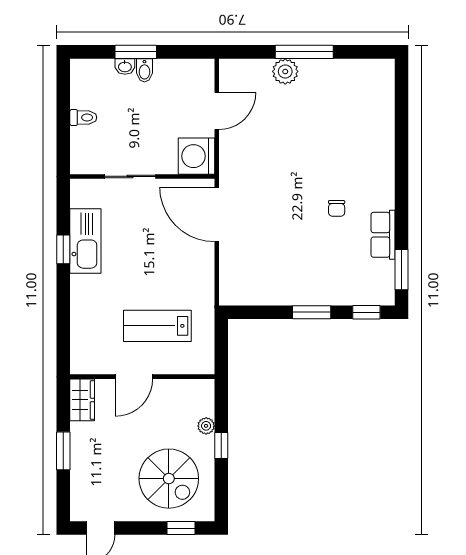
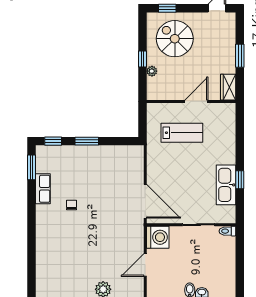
toilet: (83, 117) -> (227, 231), moved

